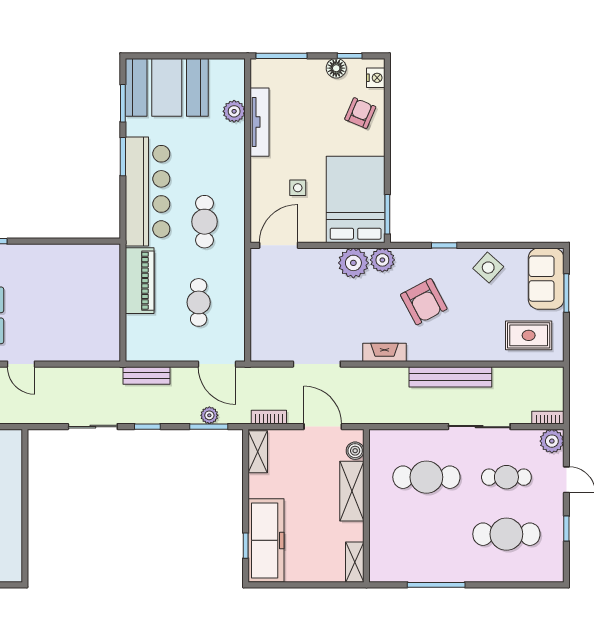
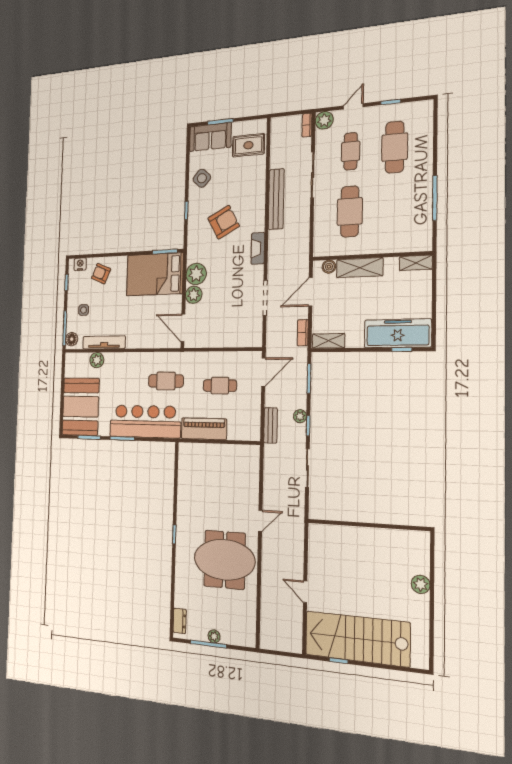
floor lamp: (336, 68) -> (72, 339), moved
side table: (298, 188) -> (84, 310), moved
plant: (382, 260) -> (194, 295), moved
rug: (529, 335) -> (248, 145), turned 90
plant: (209, 415) -> (300, 416), moved

